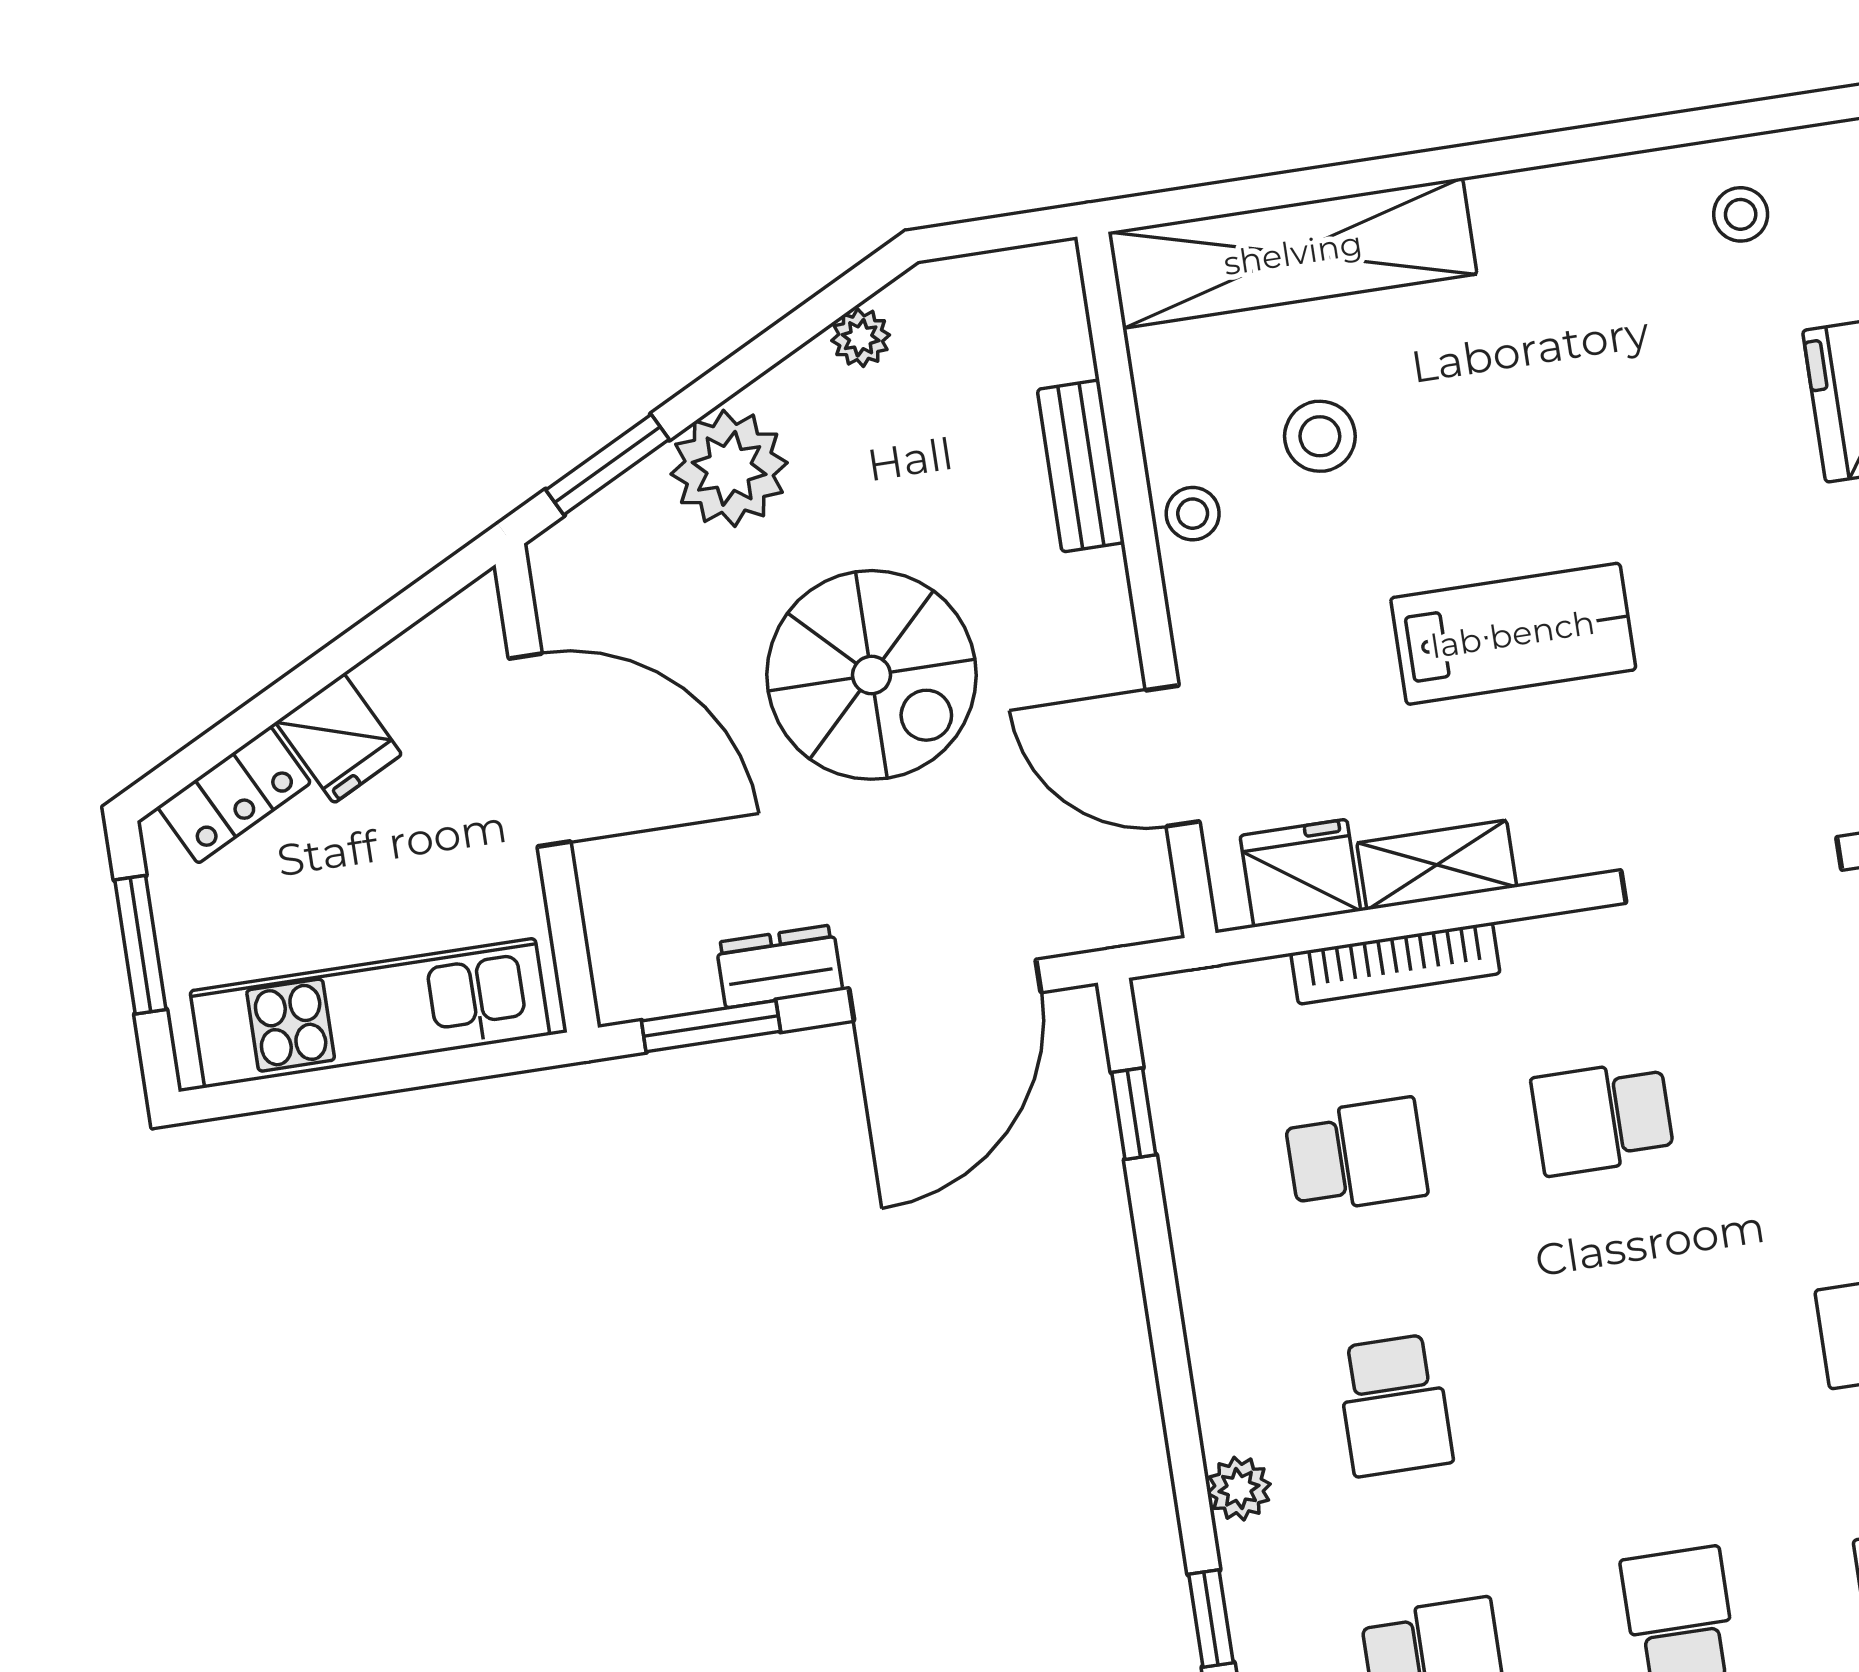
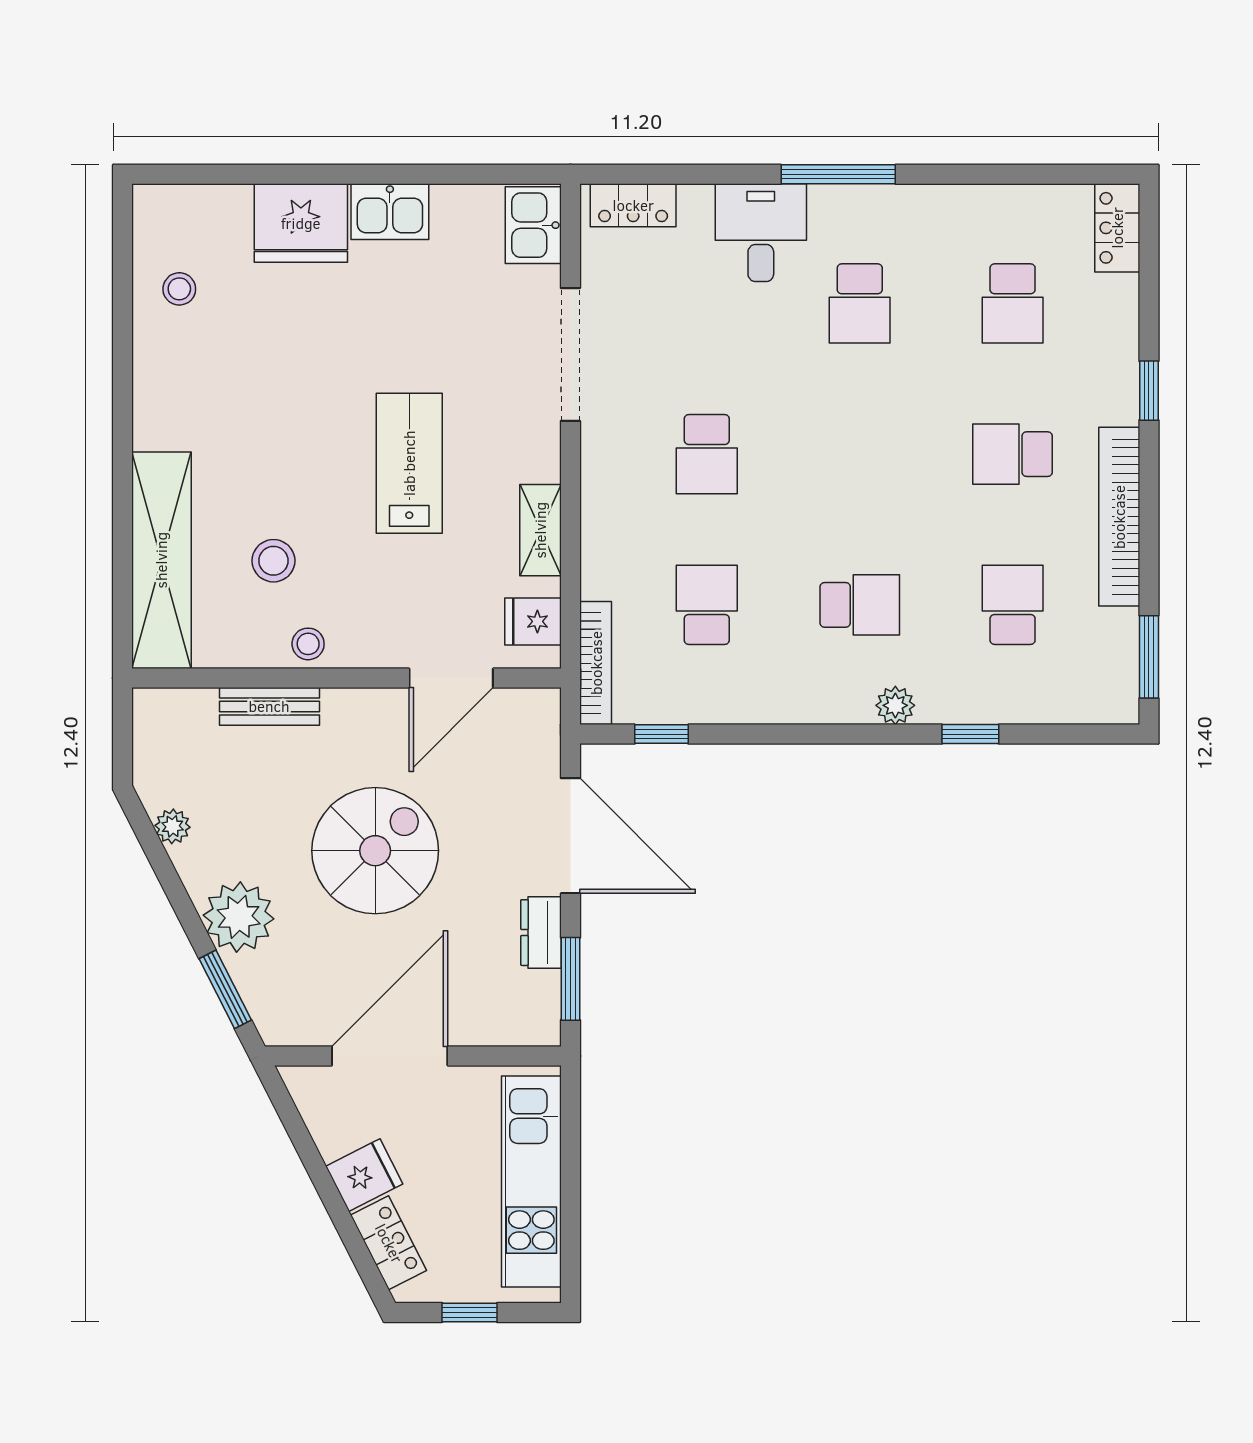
fridge: (1300, 873) -> (533, 621), width x0.72
window: (140, 945) -> (470, 1313), width x0.67
bookcase: (1395, 963) -> (596, 663), moved

